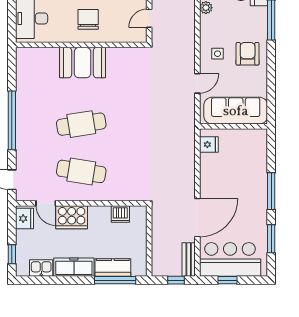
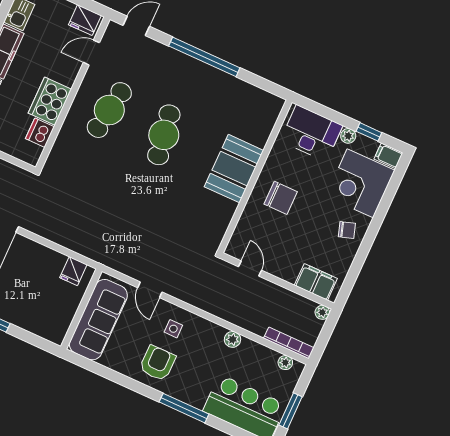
armchair: (248, 54) -> (157, 363), turned -90
cooker: (72, 217) -> (50, 101), moved

